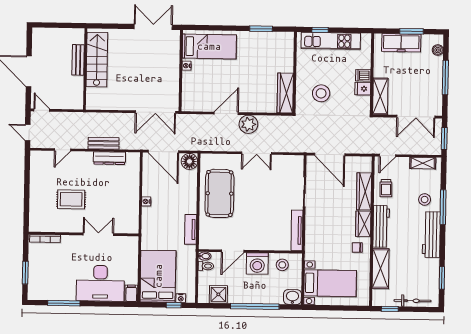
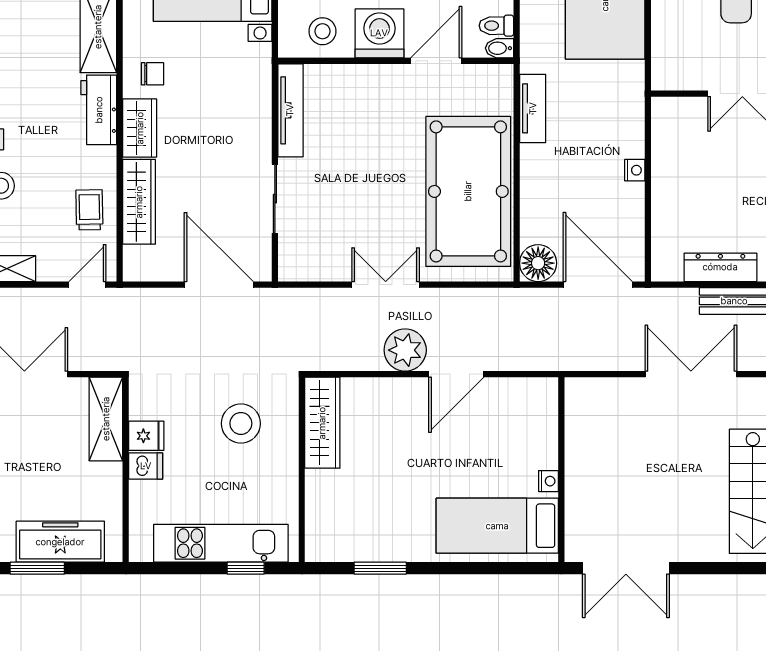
double door: (155, 112) -> (691, 374), moved
pool table: (219, 193) -> (468, 191), width x1.36, depth x1.32
workbench: (381, 226) -> (99, 110), width x0.73

